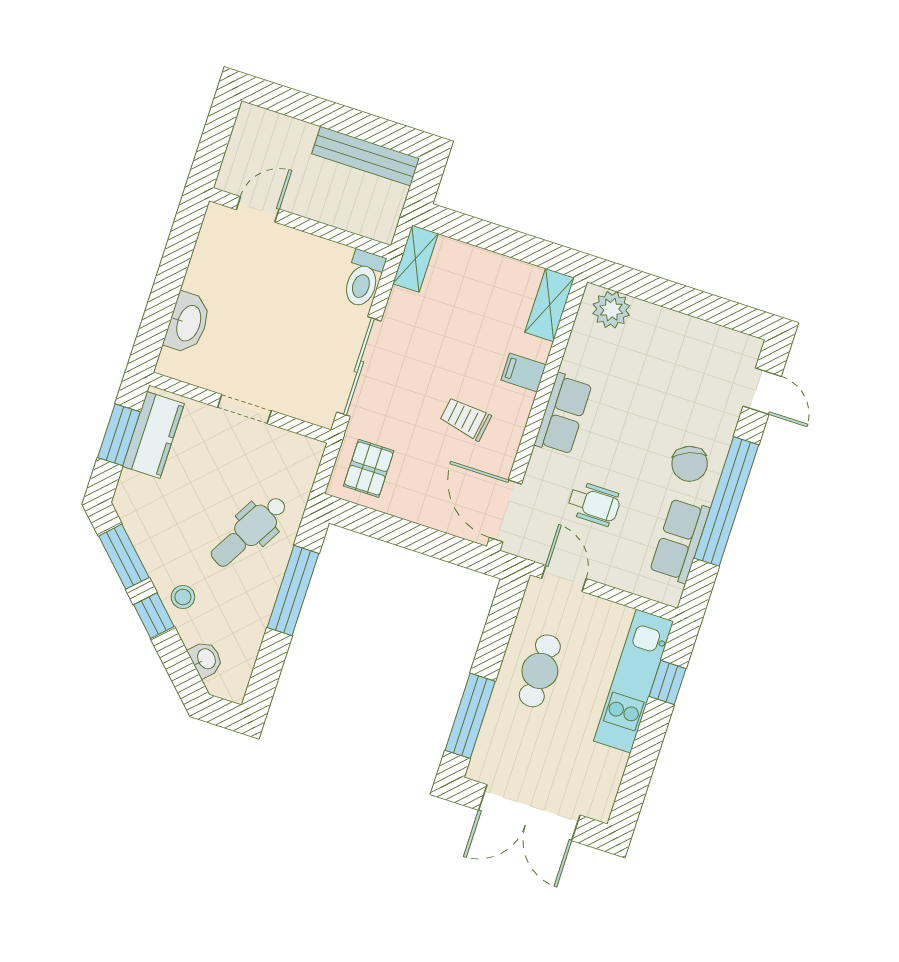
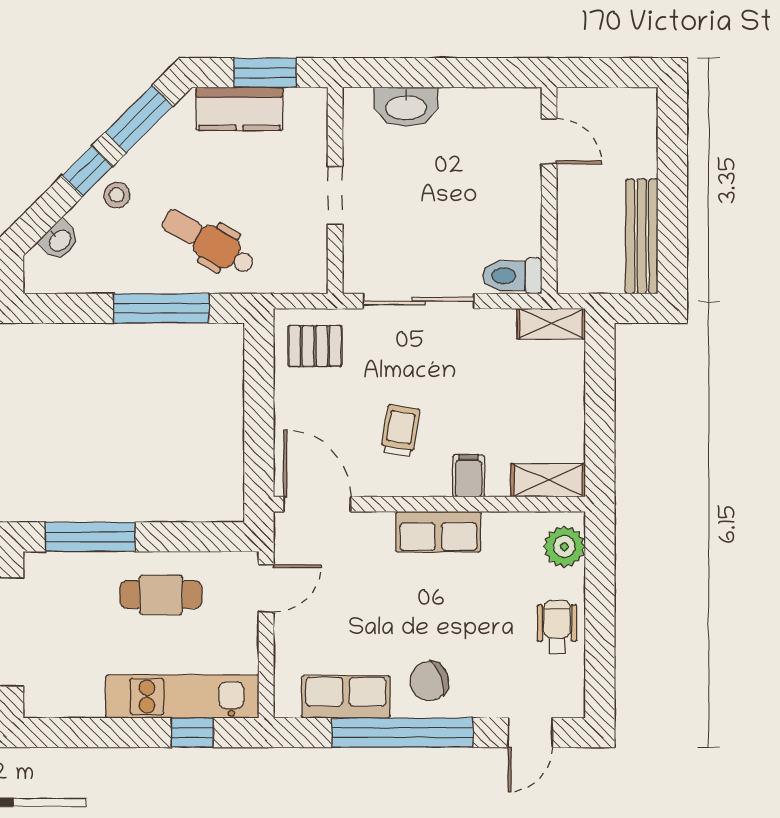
kitchen counter: (153, 435) -> (239, 109), moved
wheelchair: (594, 504) -> (557, 627), moved, turned 180
door: (506, 511) -> (317, 504), hinge flipped

